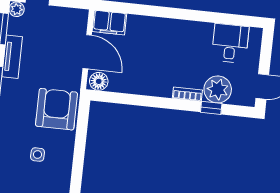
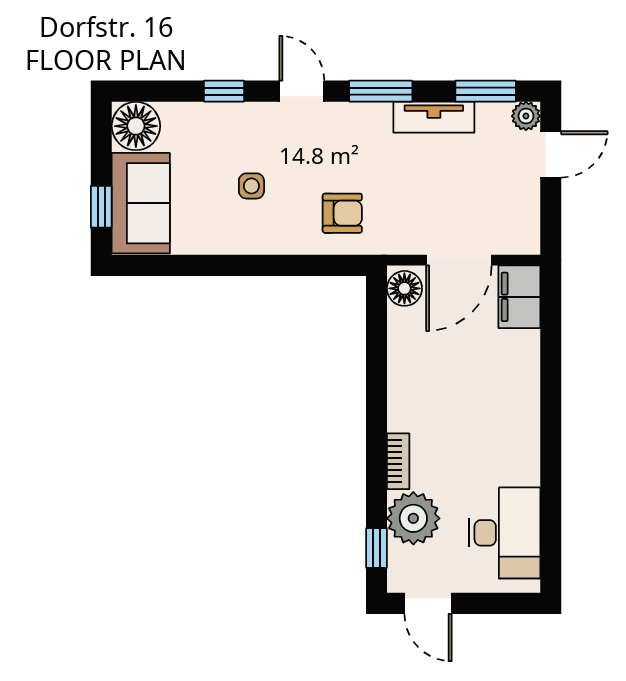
desk: (230, 43) -> (505, 533), width x1.37
window: (211, 108) -> (377, 548), moved
armchair: (57, 109) -> (342, 213), width x0.53, depth x0.53

